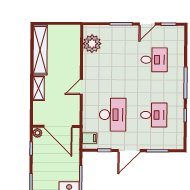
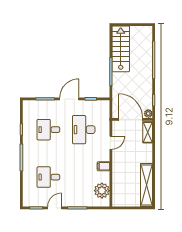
door: (81, 87) -> (111, 143), moved
shelving: (39, 88) -> (148, 132), moved
filing cabinet: (90, 138) -> (103, 166), moved

